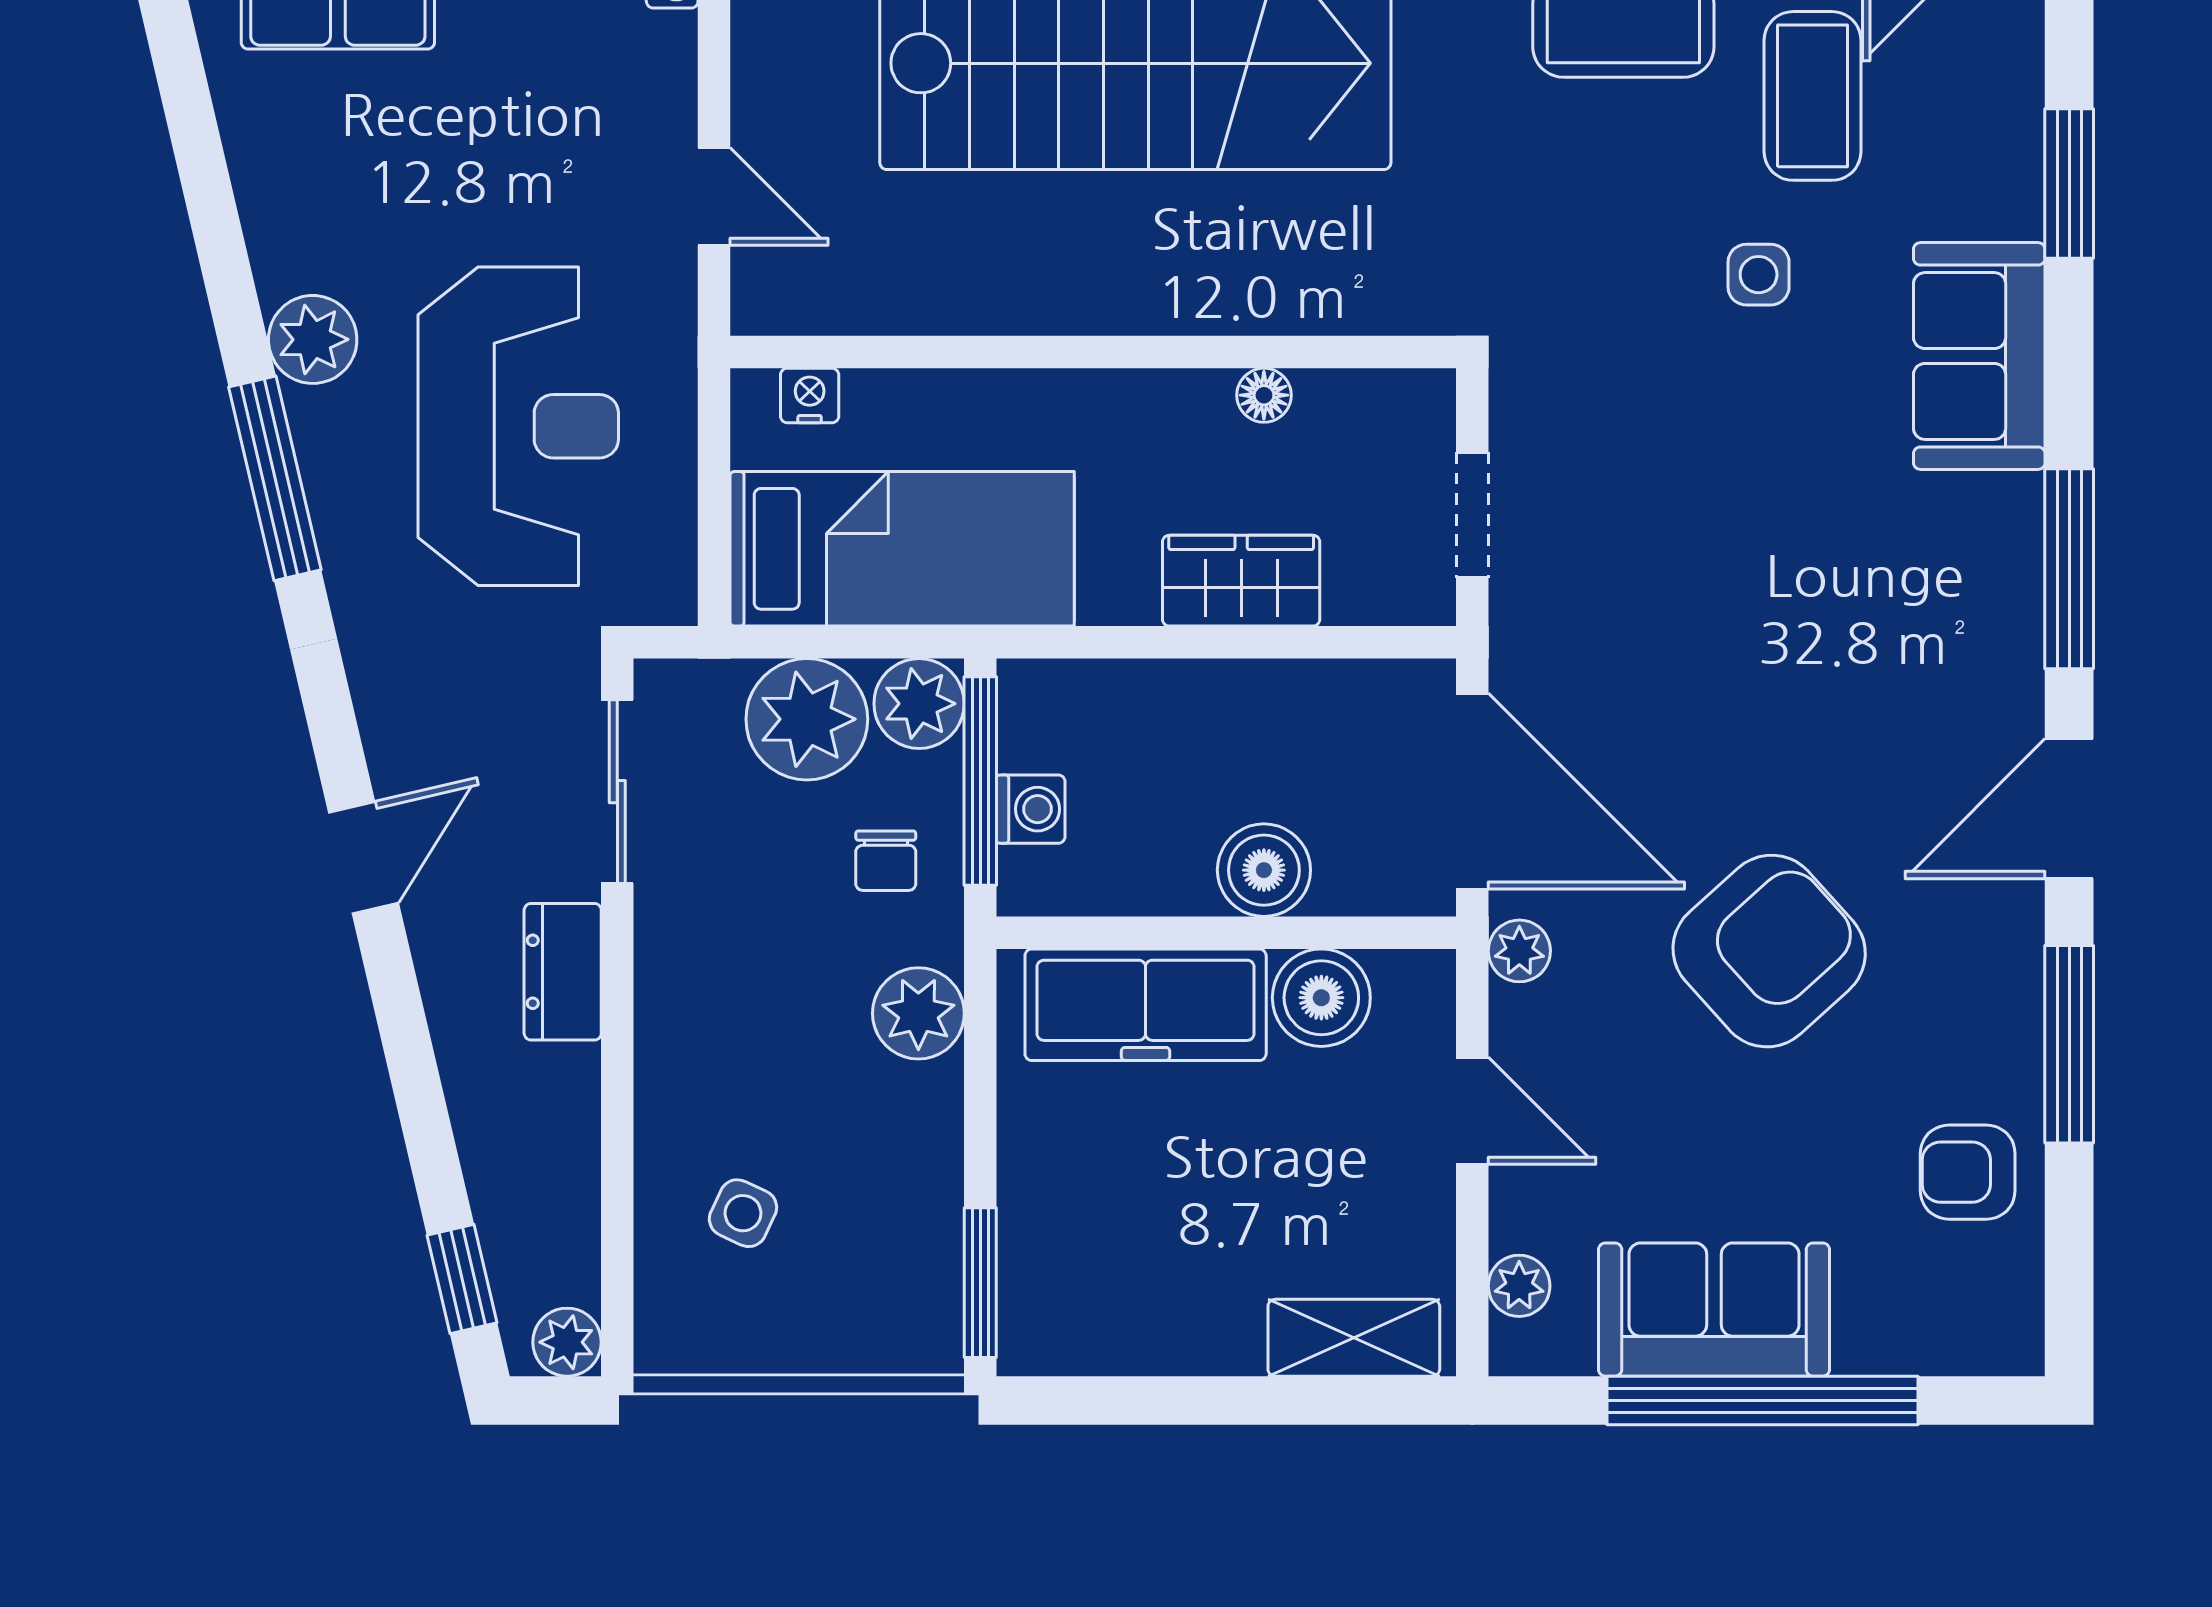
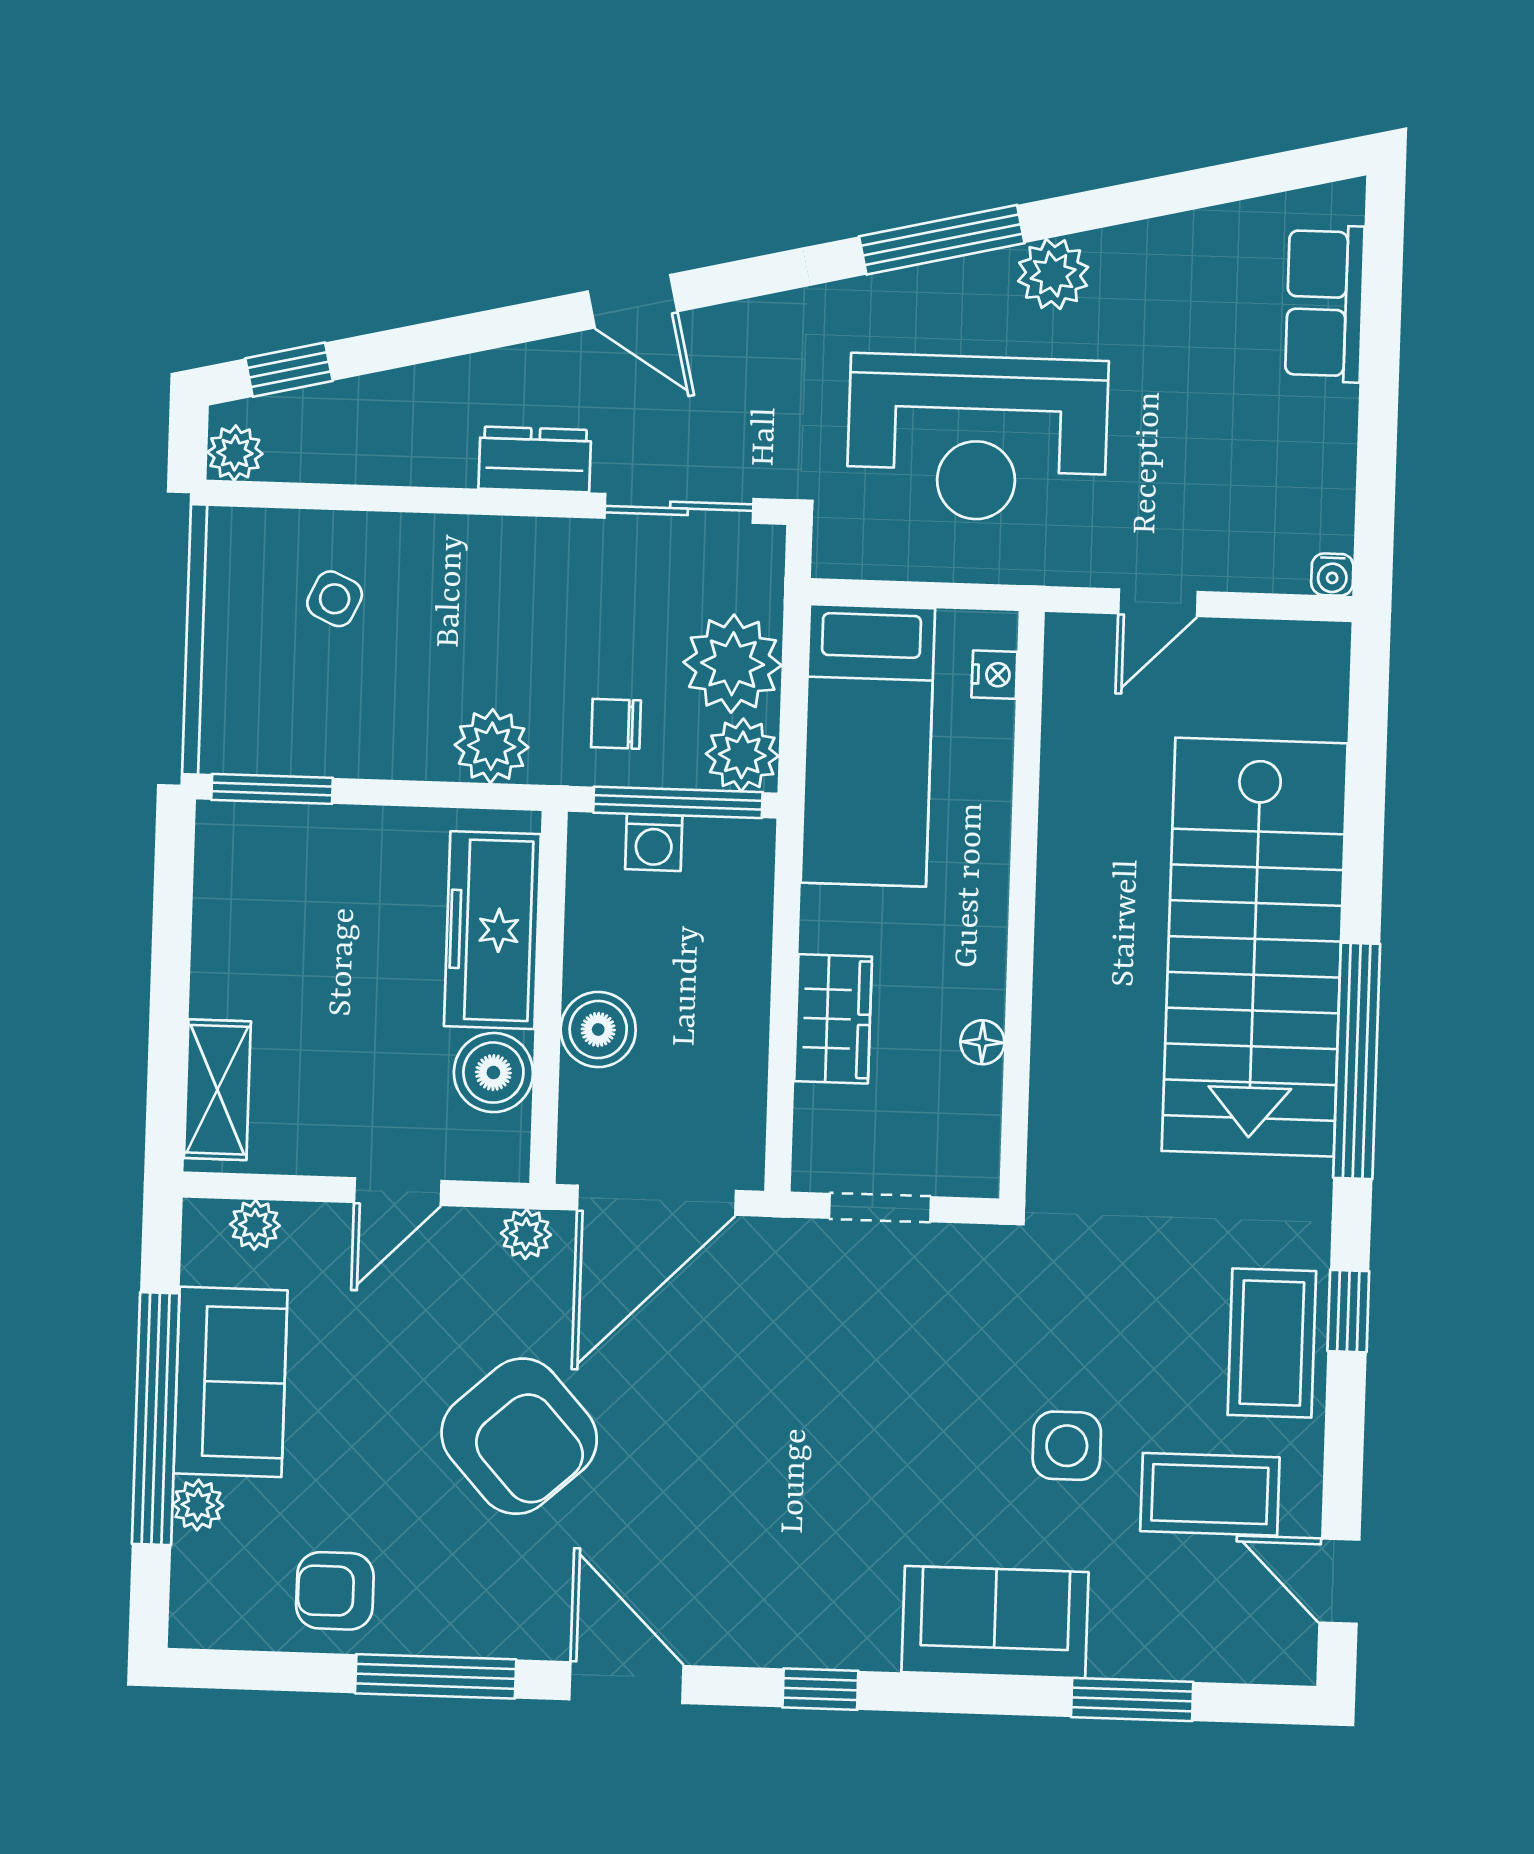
side table: (1759, 275) -> (1067, 1446), width x1.37, depth x1.37
window: (2069, 569) -> (820, 1689), width x0.46
armchair: (1968, 1172) -> (335, 1591), turned -90
plant: (1867, 1345) -> (198, 1505), added

